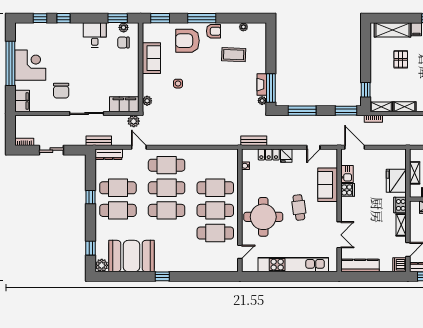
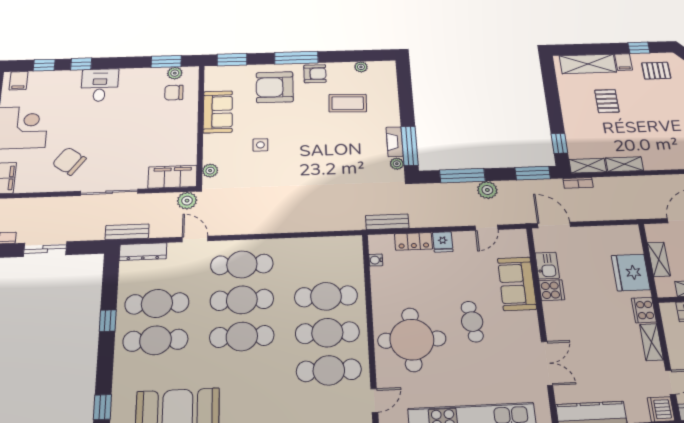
filing cabinet: (25, 30) -> (19, 81), added
desk: (95, 35) -> (100, 85), moved
chair: (61, 91) -> (69, 161), turned 126
plant: (317, 121) -> (487, 190), added

